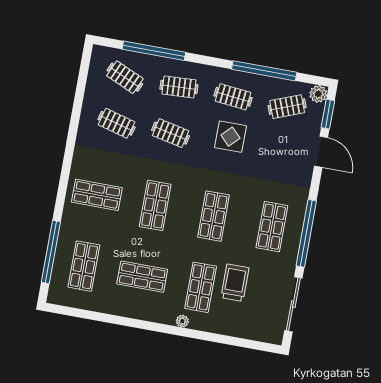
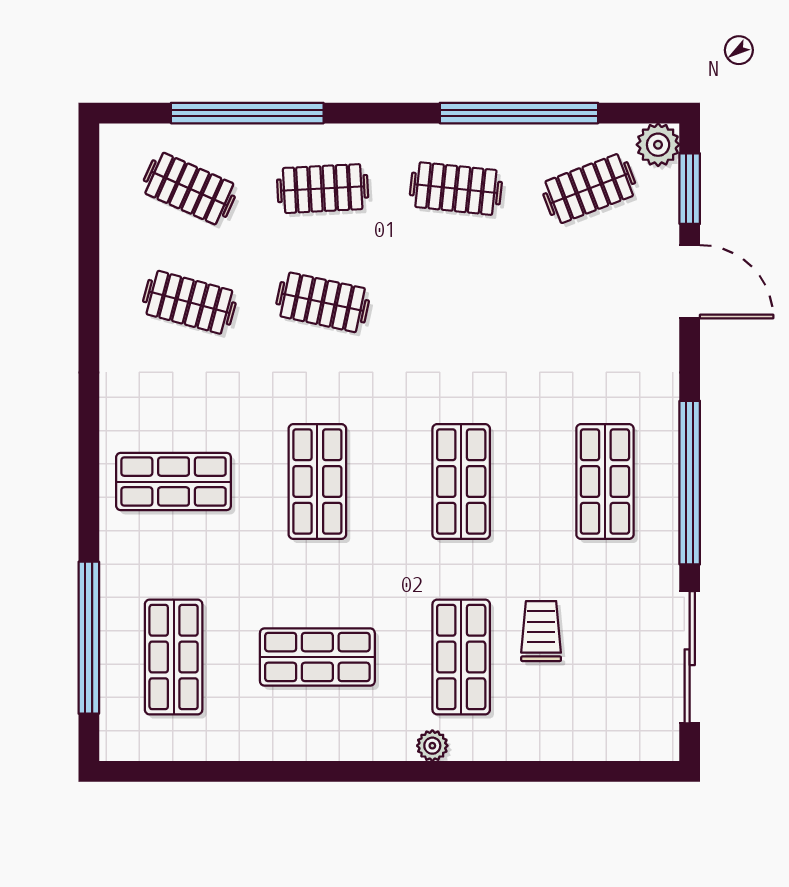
display table: (230, 137) -> (467, 285), removed
trolley: (235, 283) -> (541, 631), width x0.73, depth x0.72

